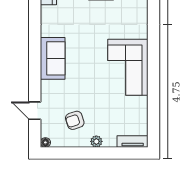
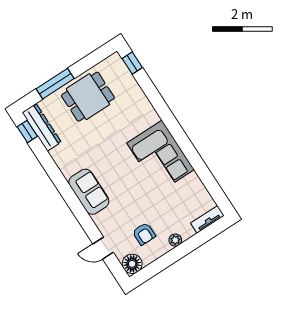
armchair: (75, 120) -> (144, 234), turned -72
floor lamp: (45, 142) -> (132, 264), width x1.89, depth x1.89

